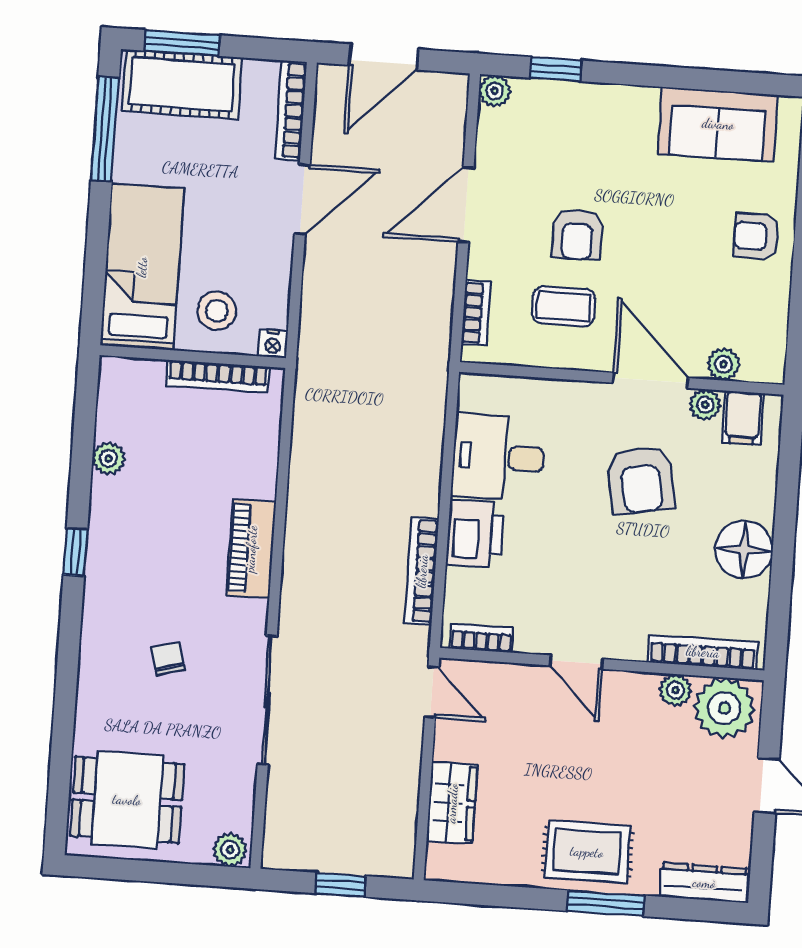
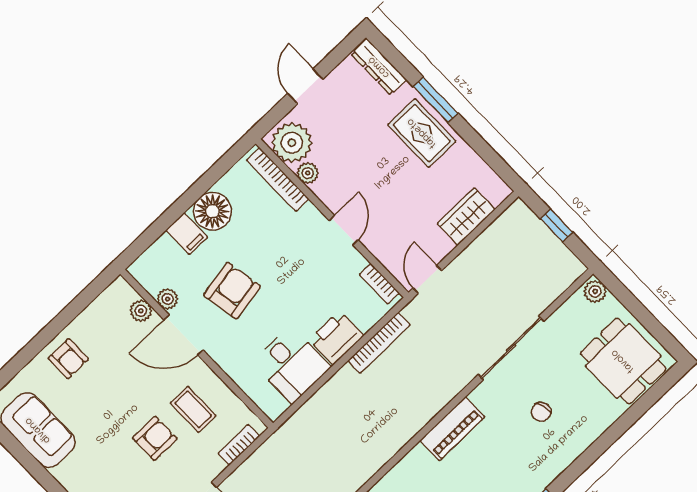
door: (651, 380) -> (183, 335), hinge flipped
filing cabinet: (743, 418) -> (187, 234), moved, turned 90

